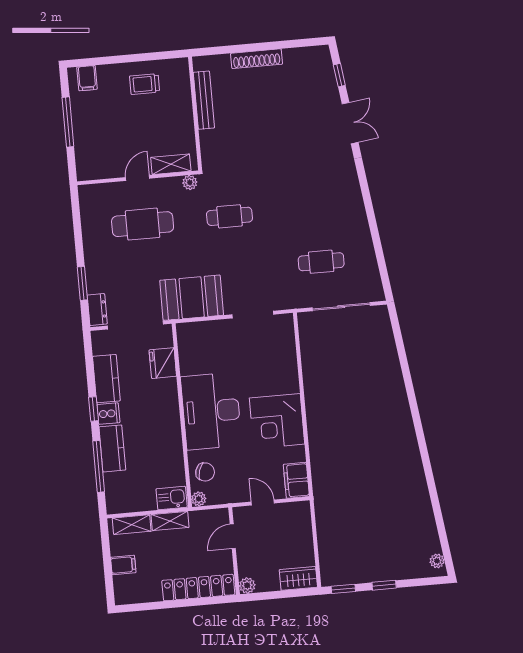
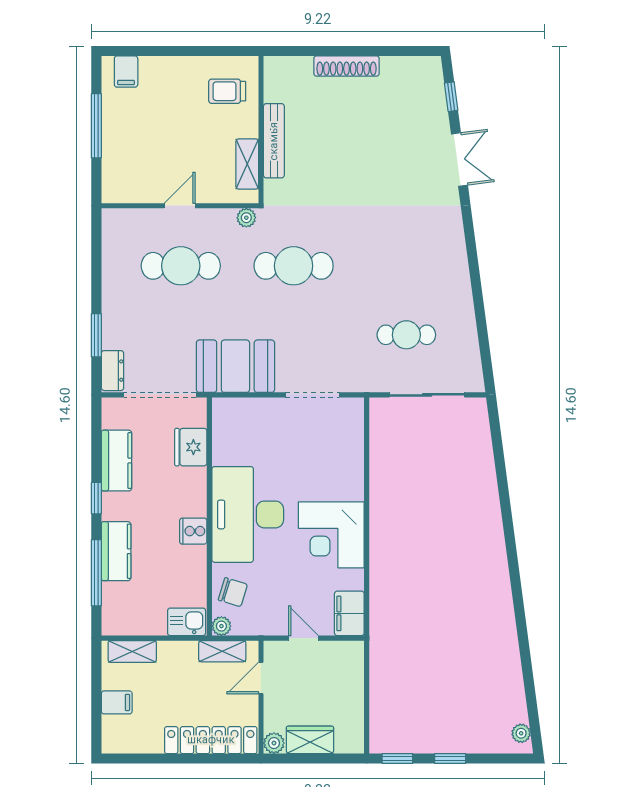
trolley: (145, 84) -> (227, 91), moved
bench: (204, 100) -> (274, 141), moved
shelving: (171, 164) -> (247, 164), moved, turned 90
cafe table: (229, 216) -> (294, 266), width x1.37, depth x1.35
cooker: (108, 414) -> (193, 531), moved, turned 180
shelving: (170, 521) -> (222, 651), moved
wardrobe: (298, 578) -> (310, 740), moved

